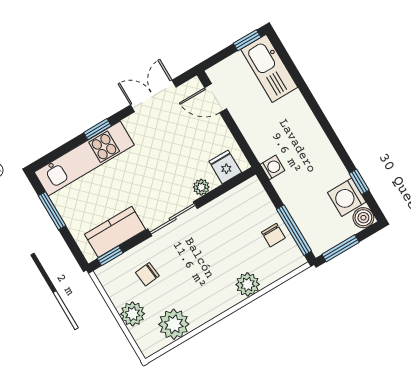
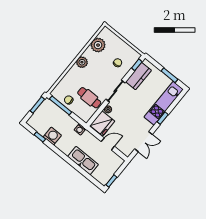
kitchen sink: (269, 68) -> (83, 161), moved
door: (216, 98) -> (108, 144), moved
fridge: (225, 167) -> (102, 123), width x1.88, depth x1.34
washing machine: (347, 197) -> (52, 136), moved
boiler: (363, 218) -> (32, 122), removed
cafe table: (230, 224) -> (89, 98), added
plant: (248, 284) -> (82, 62), moved
plant: (133, 314) -> (118, 43), removed

